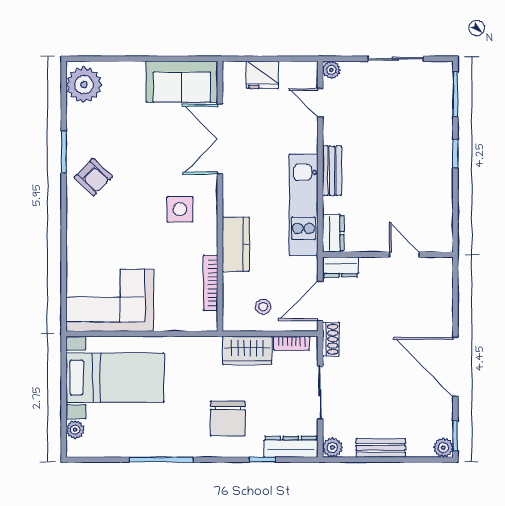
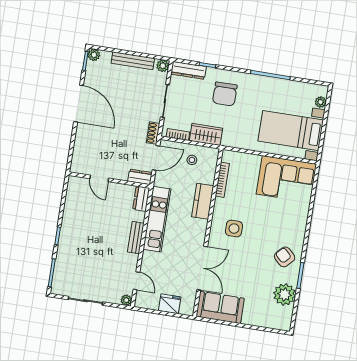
plant: (84, 85) -> (285, 294), moved
chair: (228, 419) -> (225, 94), turned 180
bench: (381, 448) -> (133, 61), width x1.36

